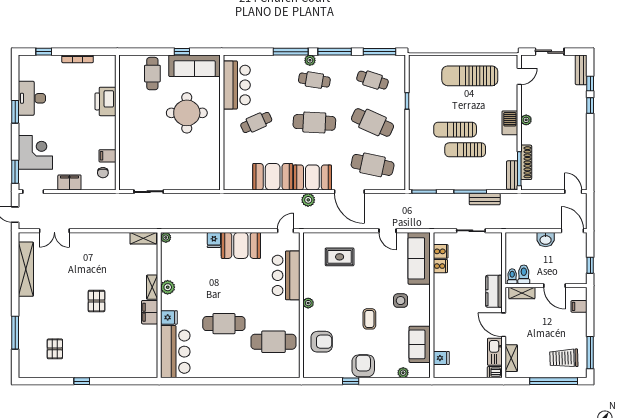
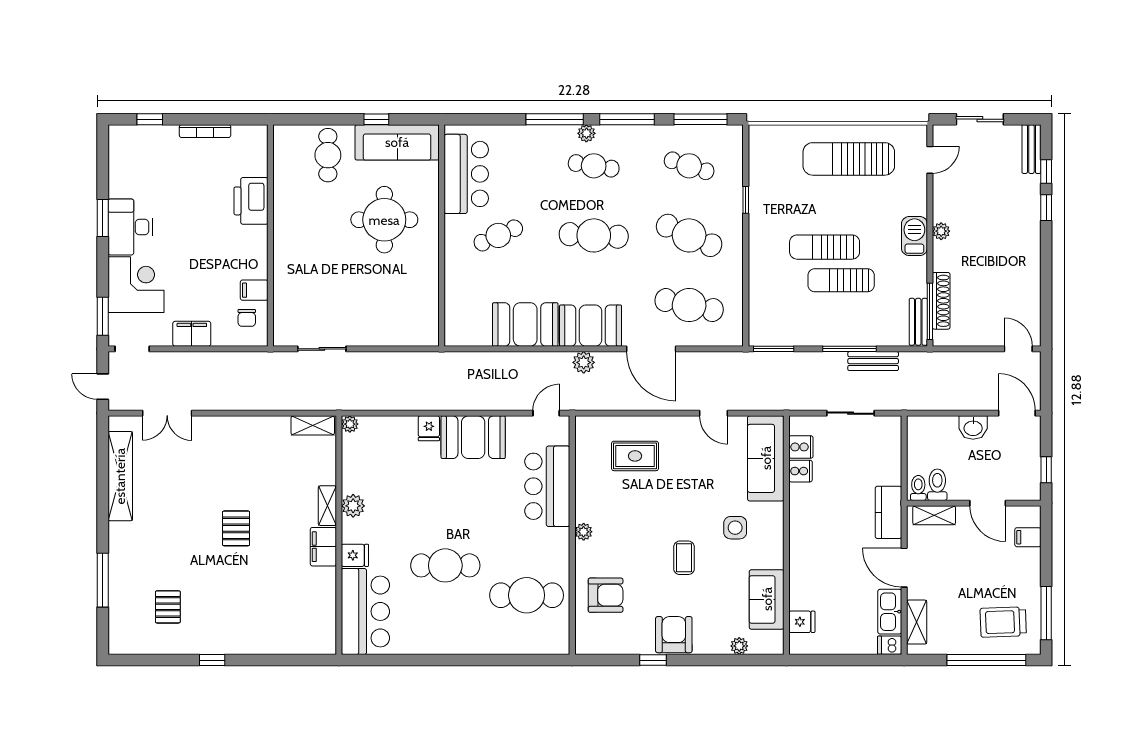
desk: (32, 98) -> (130, 227), moved

